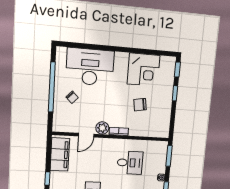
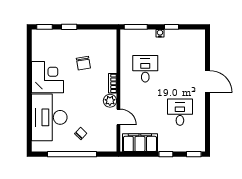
corner desk: (144, 70) -> (47, 77), moved

